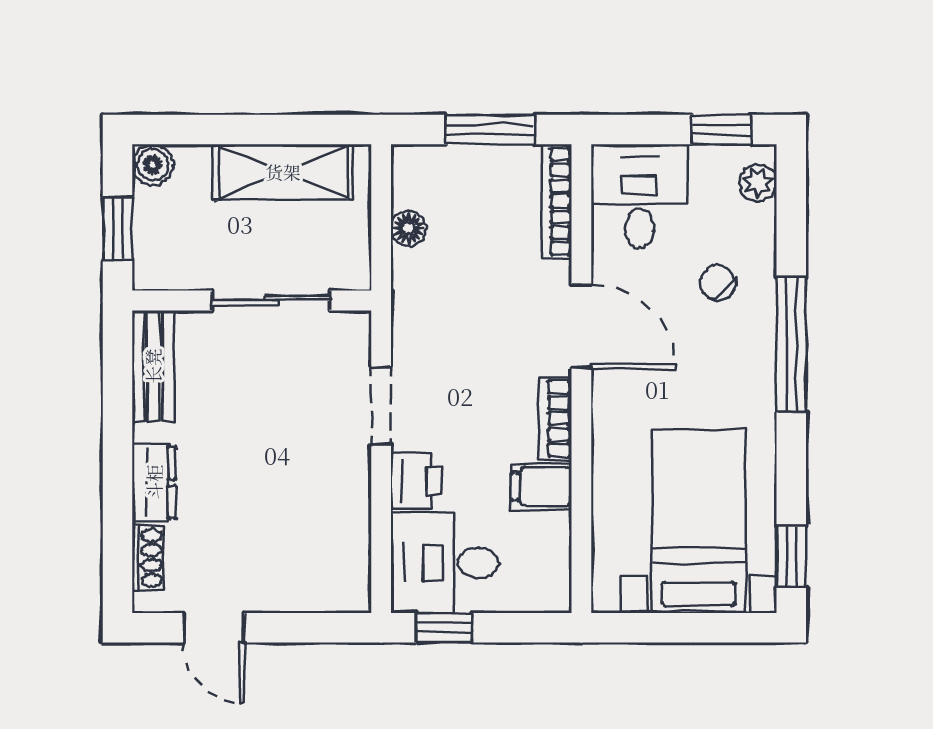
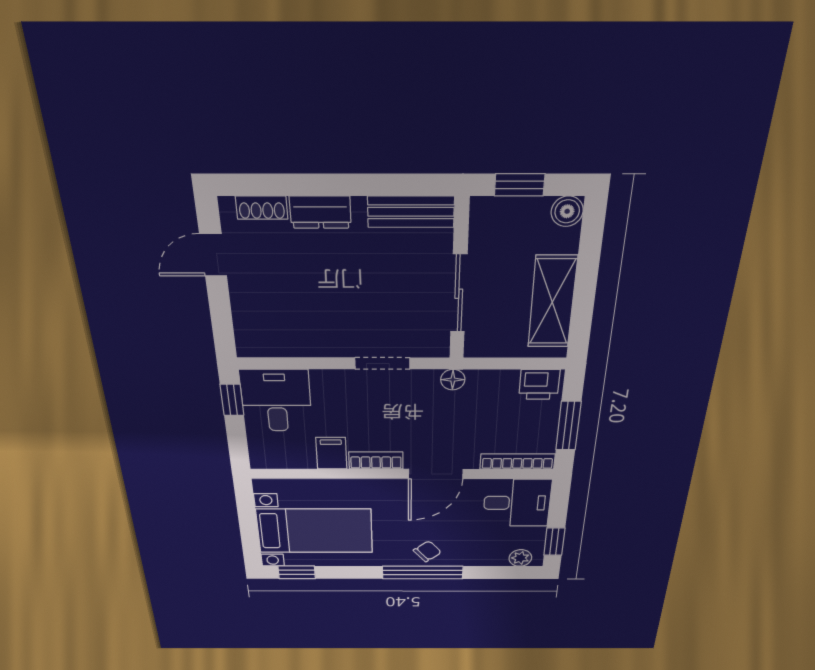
floor lamp: (408, 229) -> (453, 380), moved
chair: (718, 283) -> (427, 551), moved
printer: (416, 481) -> (539, 384), moved

